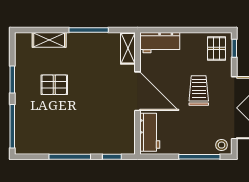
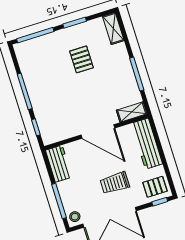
shelving: (49, 40) -> (113, 28), moved
workbench: (160, 43) -> (147, 144), width x1.38
trolley: (199, 90) -> (115, 183), turned 180
door: (137, 91) -> (98, 131), hinge flipped
workbench: (150, 132) -> (59, 164), moved, turned -90

